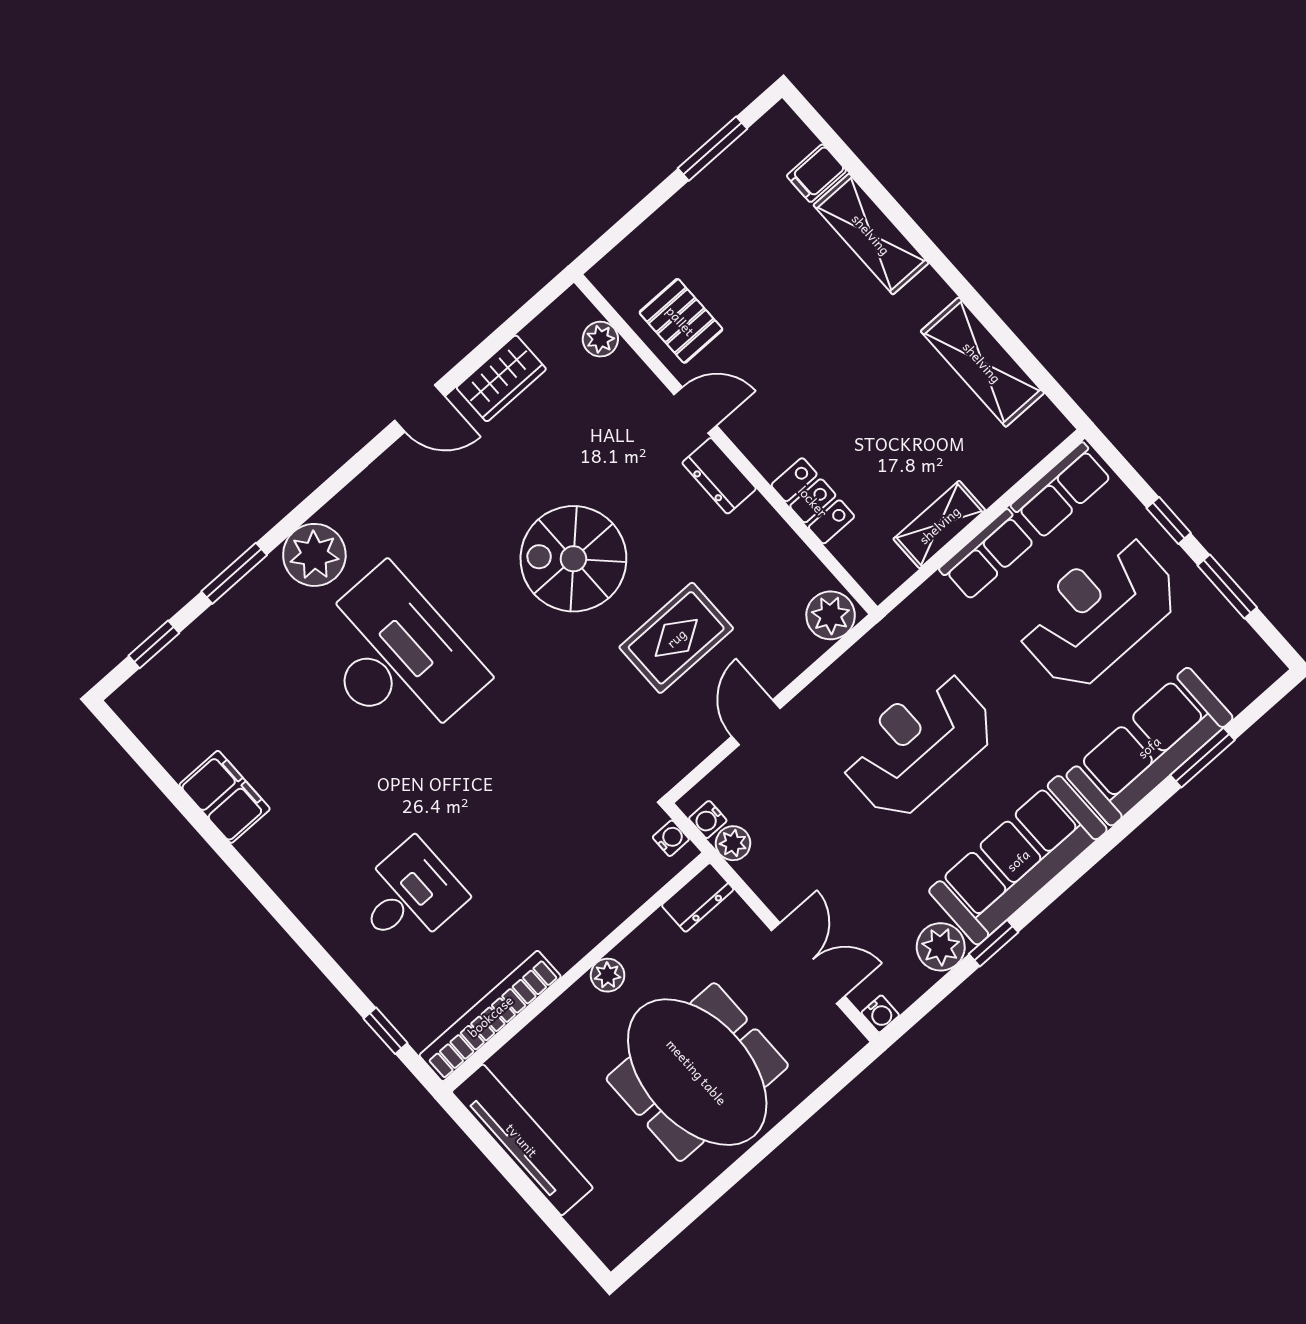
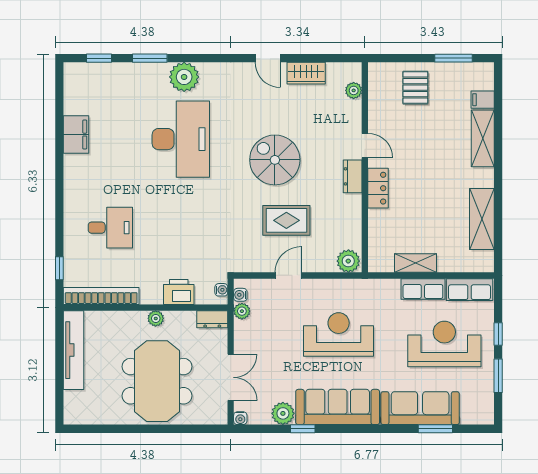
pallet: (681, 321) -> (415, 88), moved
locker: (813, 501) -> (378, 188), moved
printer: (607, 901) -> (179, 292), added

